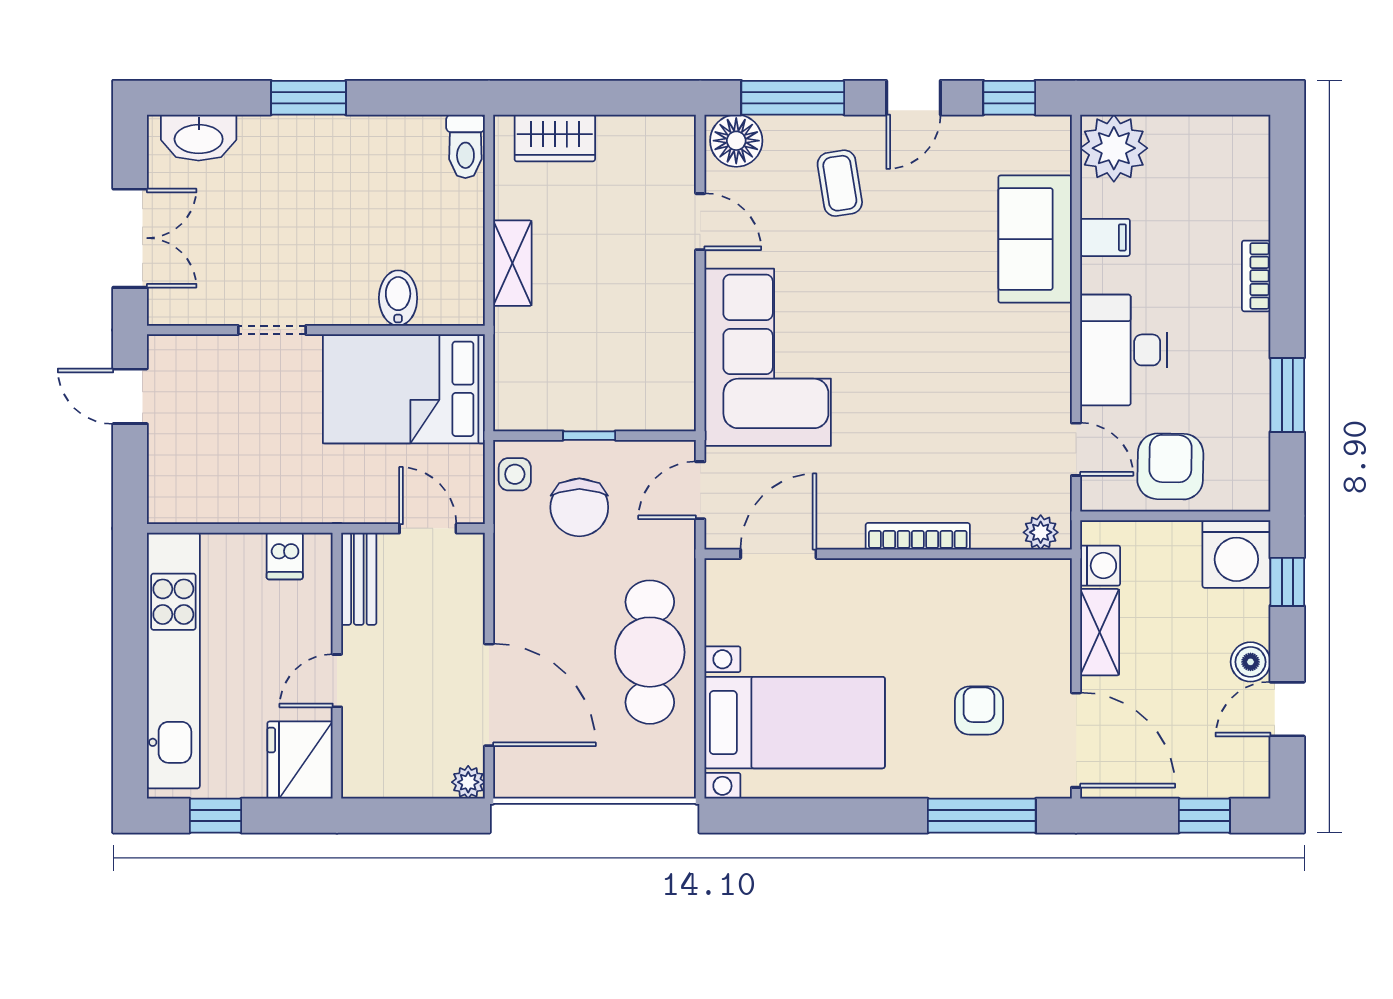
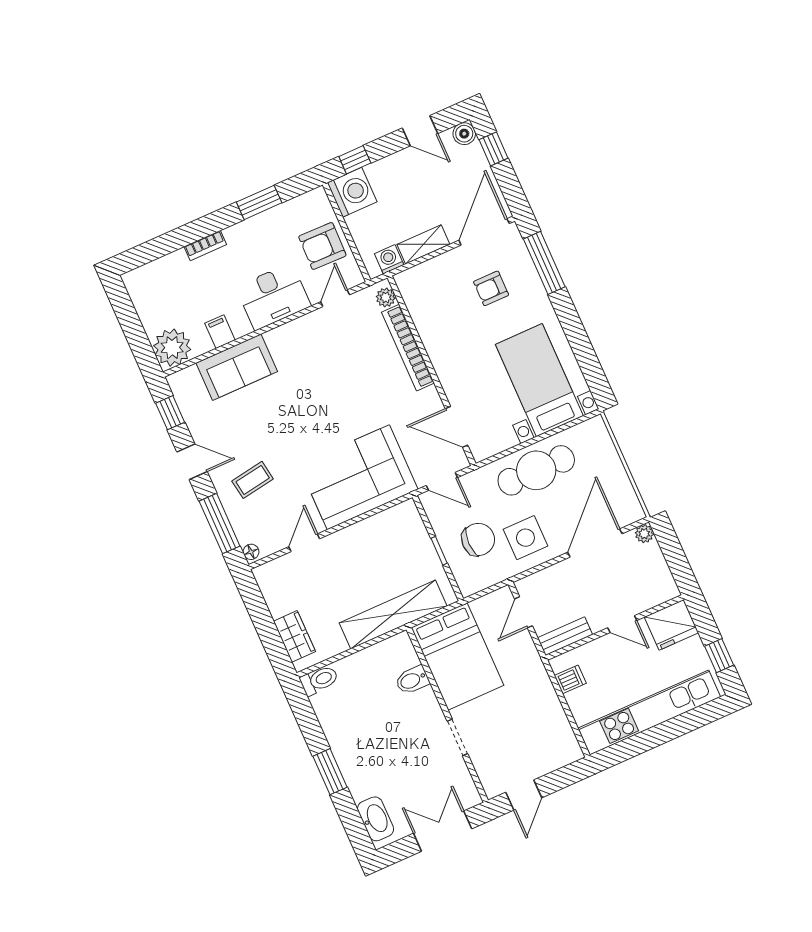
floor lamp: (736, 141) -> (251, 552), width x0.53, depth x0.53
shelving: (512, 263) -> (393, 614), width x2.20, depth x1.33
side table: (515, 474) -> (525, 538), moved, width x1.87, depth x1.87
bookcase: (918, 536) -> (408, 348), width x1.48, depth x1.31
boiler: (1251, 662) -> (464, 134), moved

